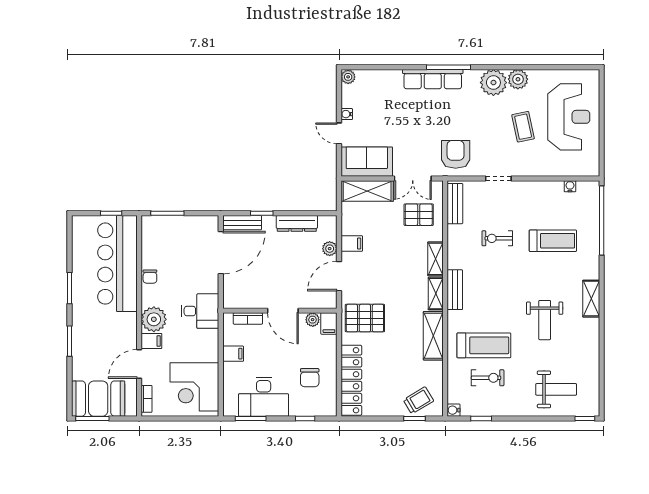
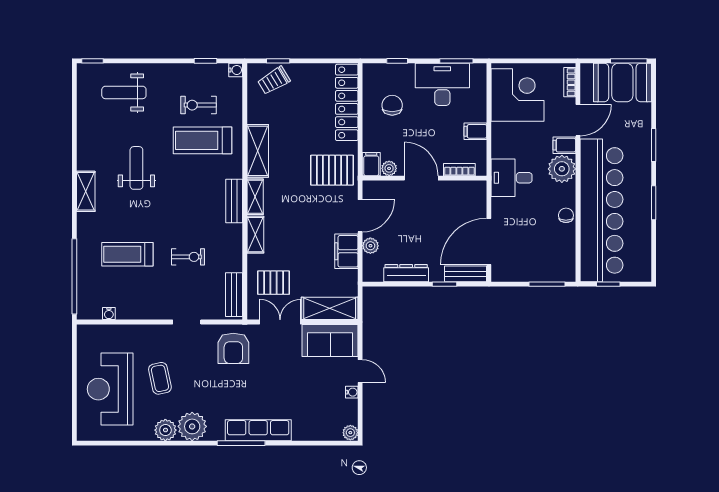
filing cabinet: (352, 244) -> (346, 251), width x2.00
bar counter: (117, 264) -> (601, 210), width x1.36

